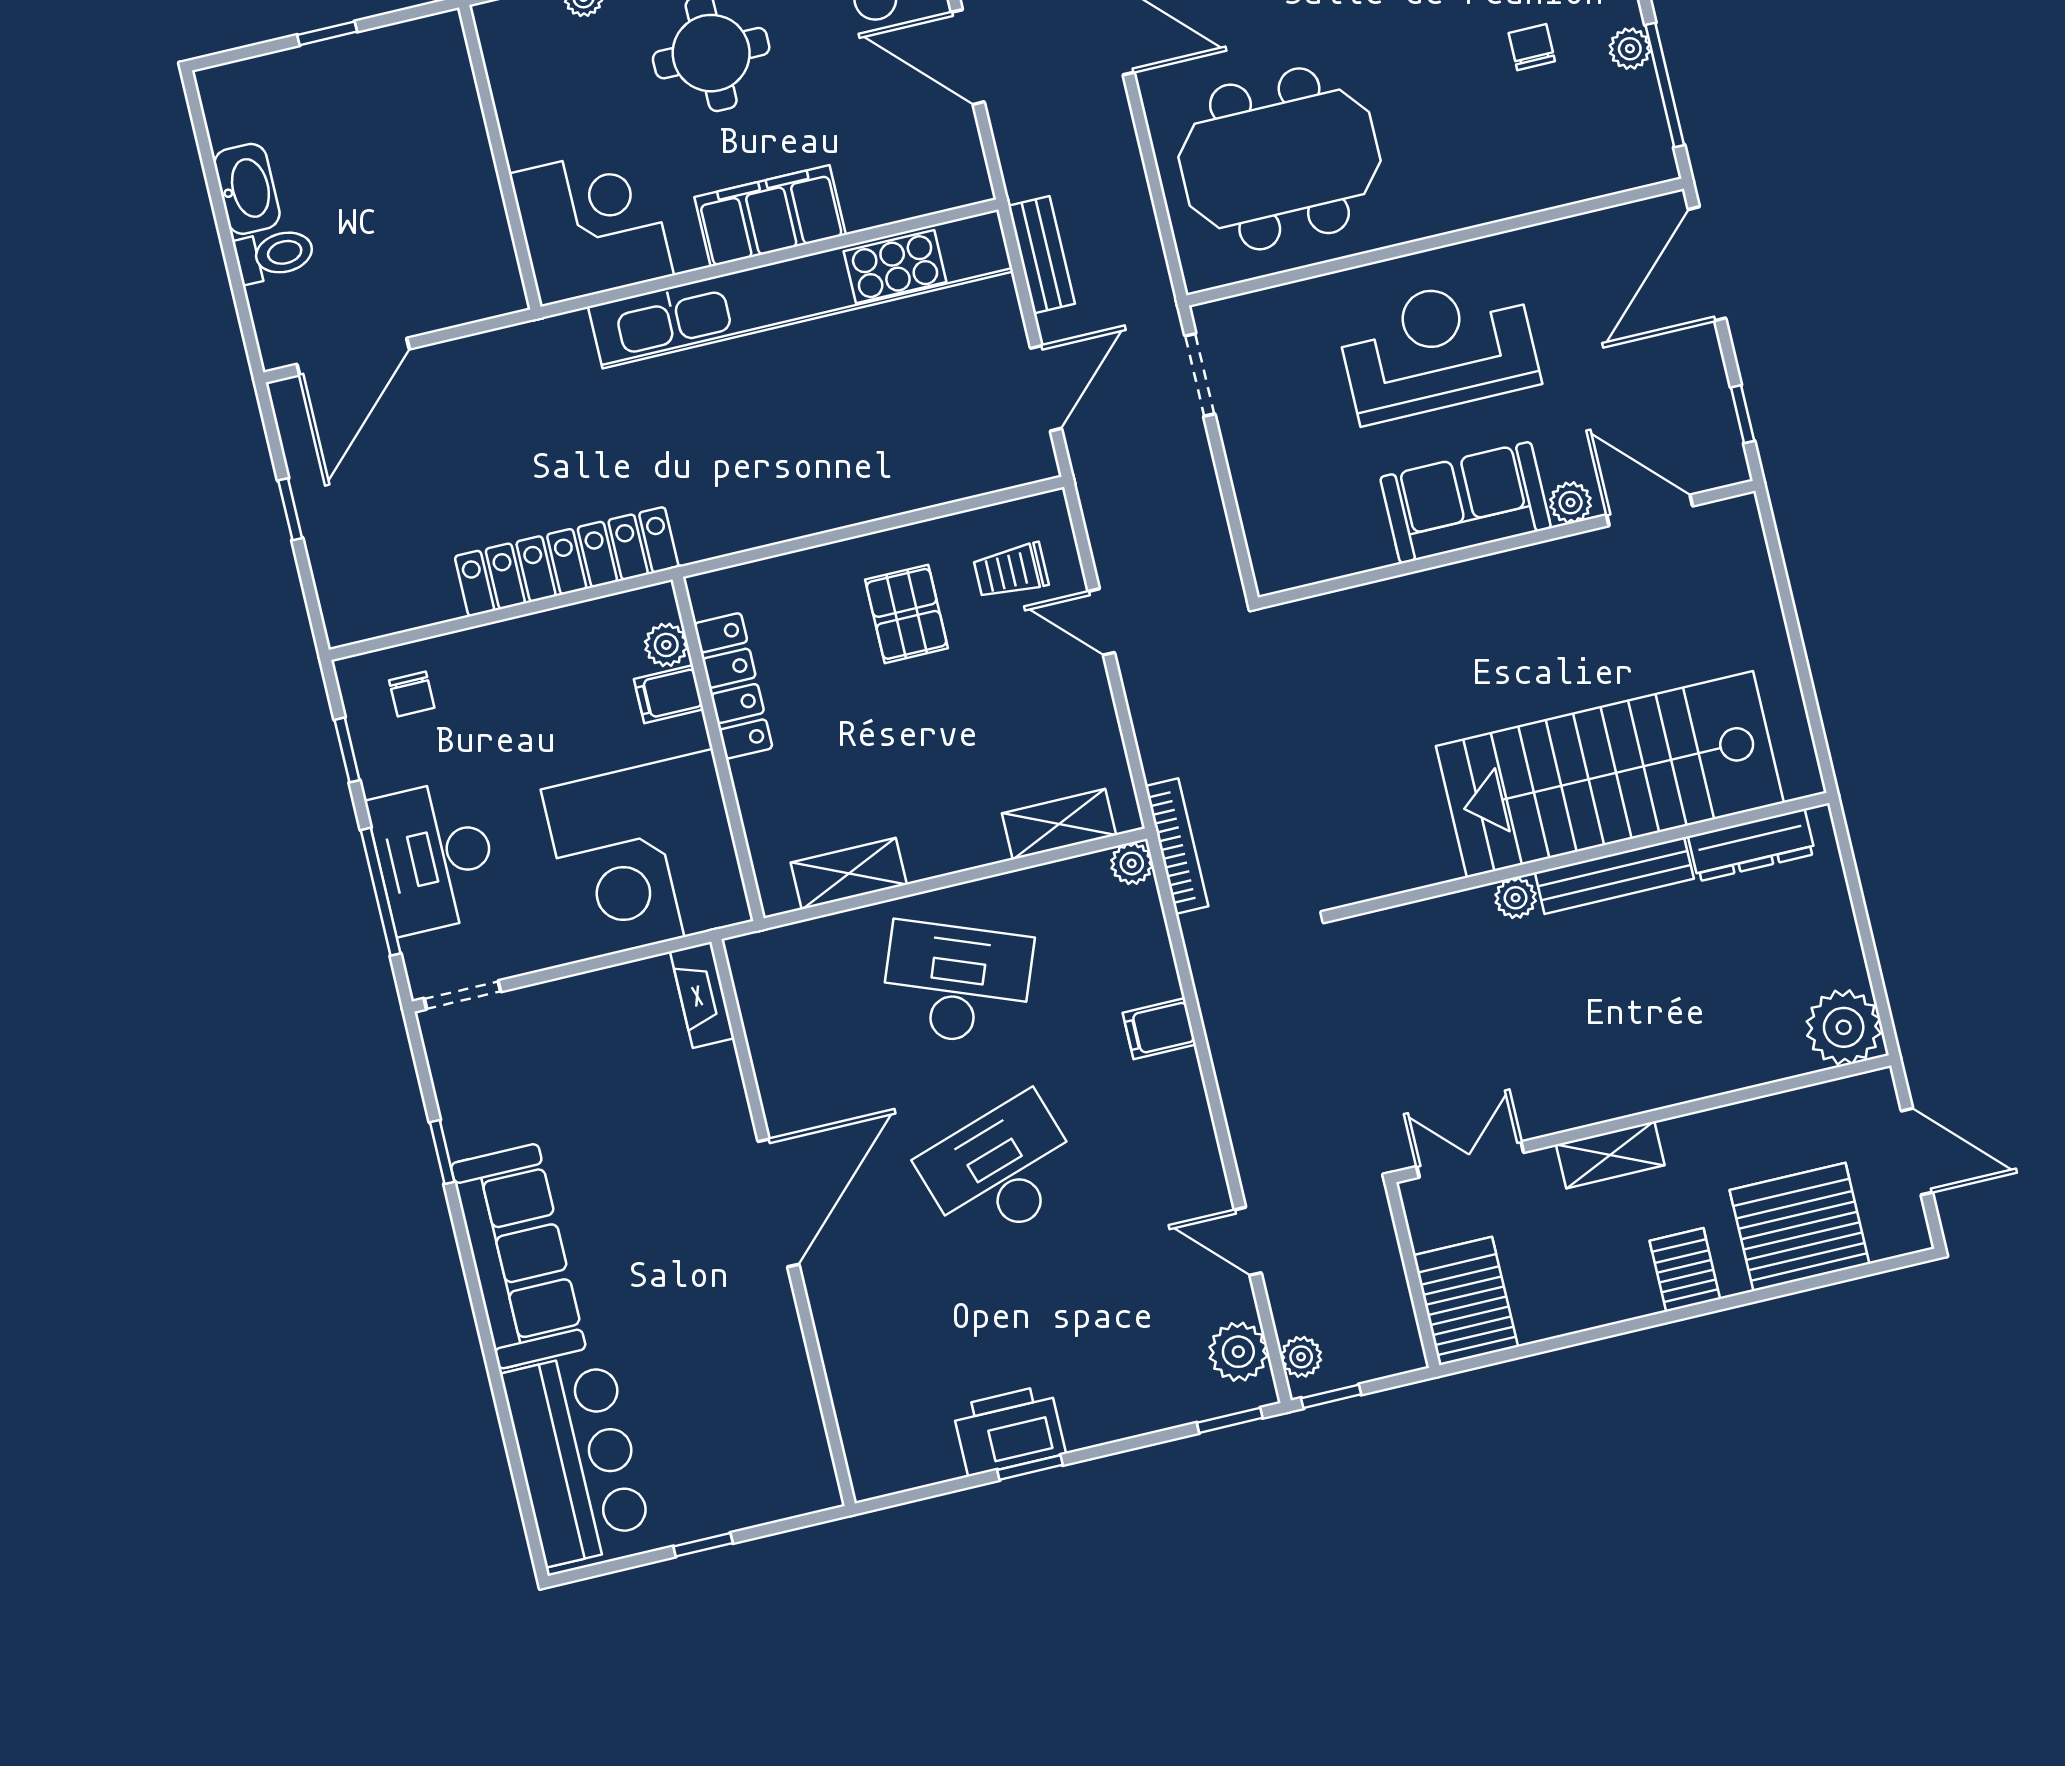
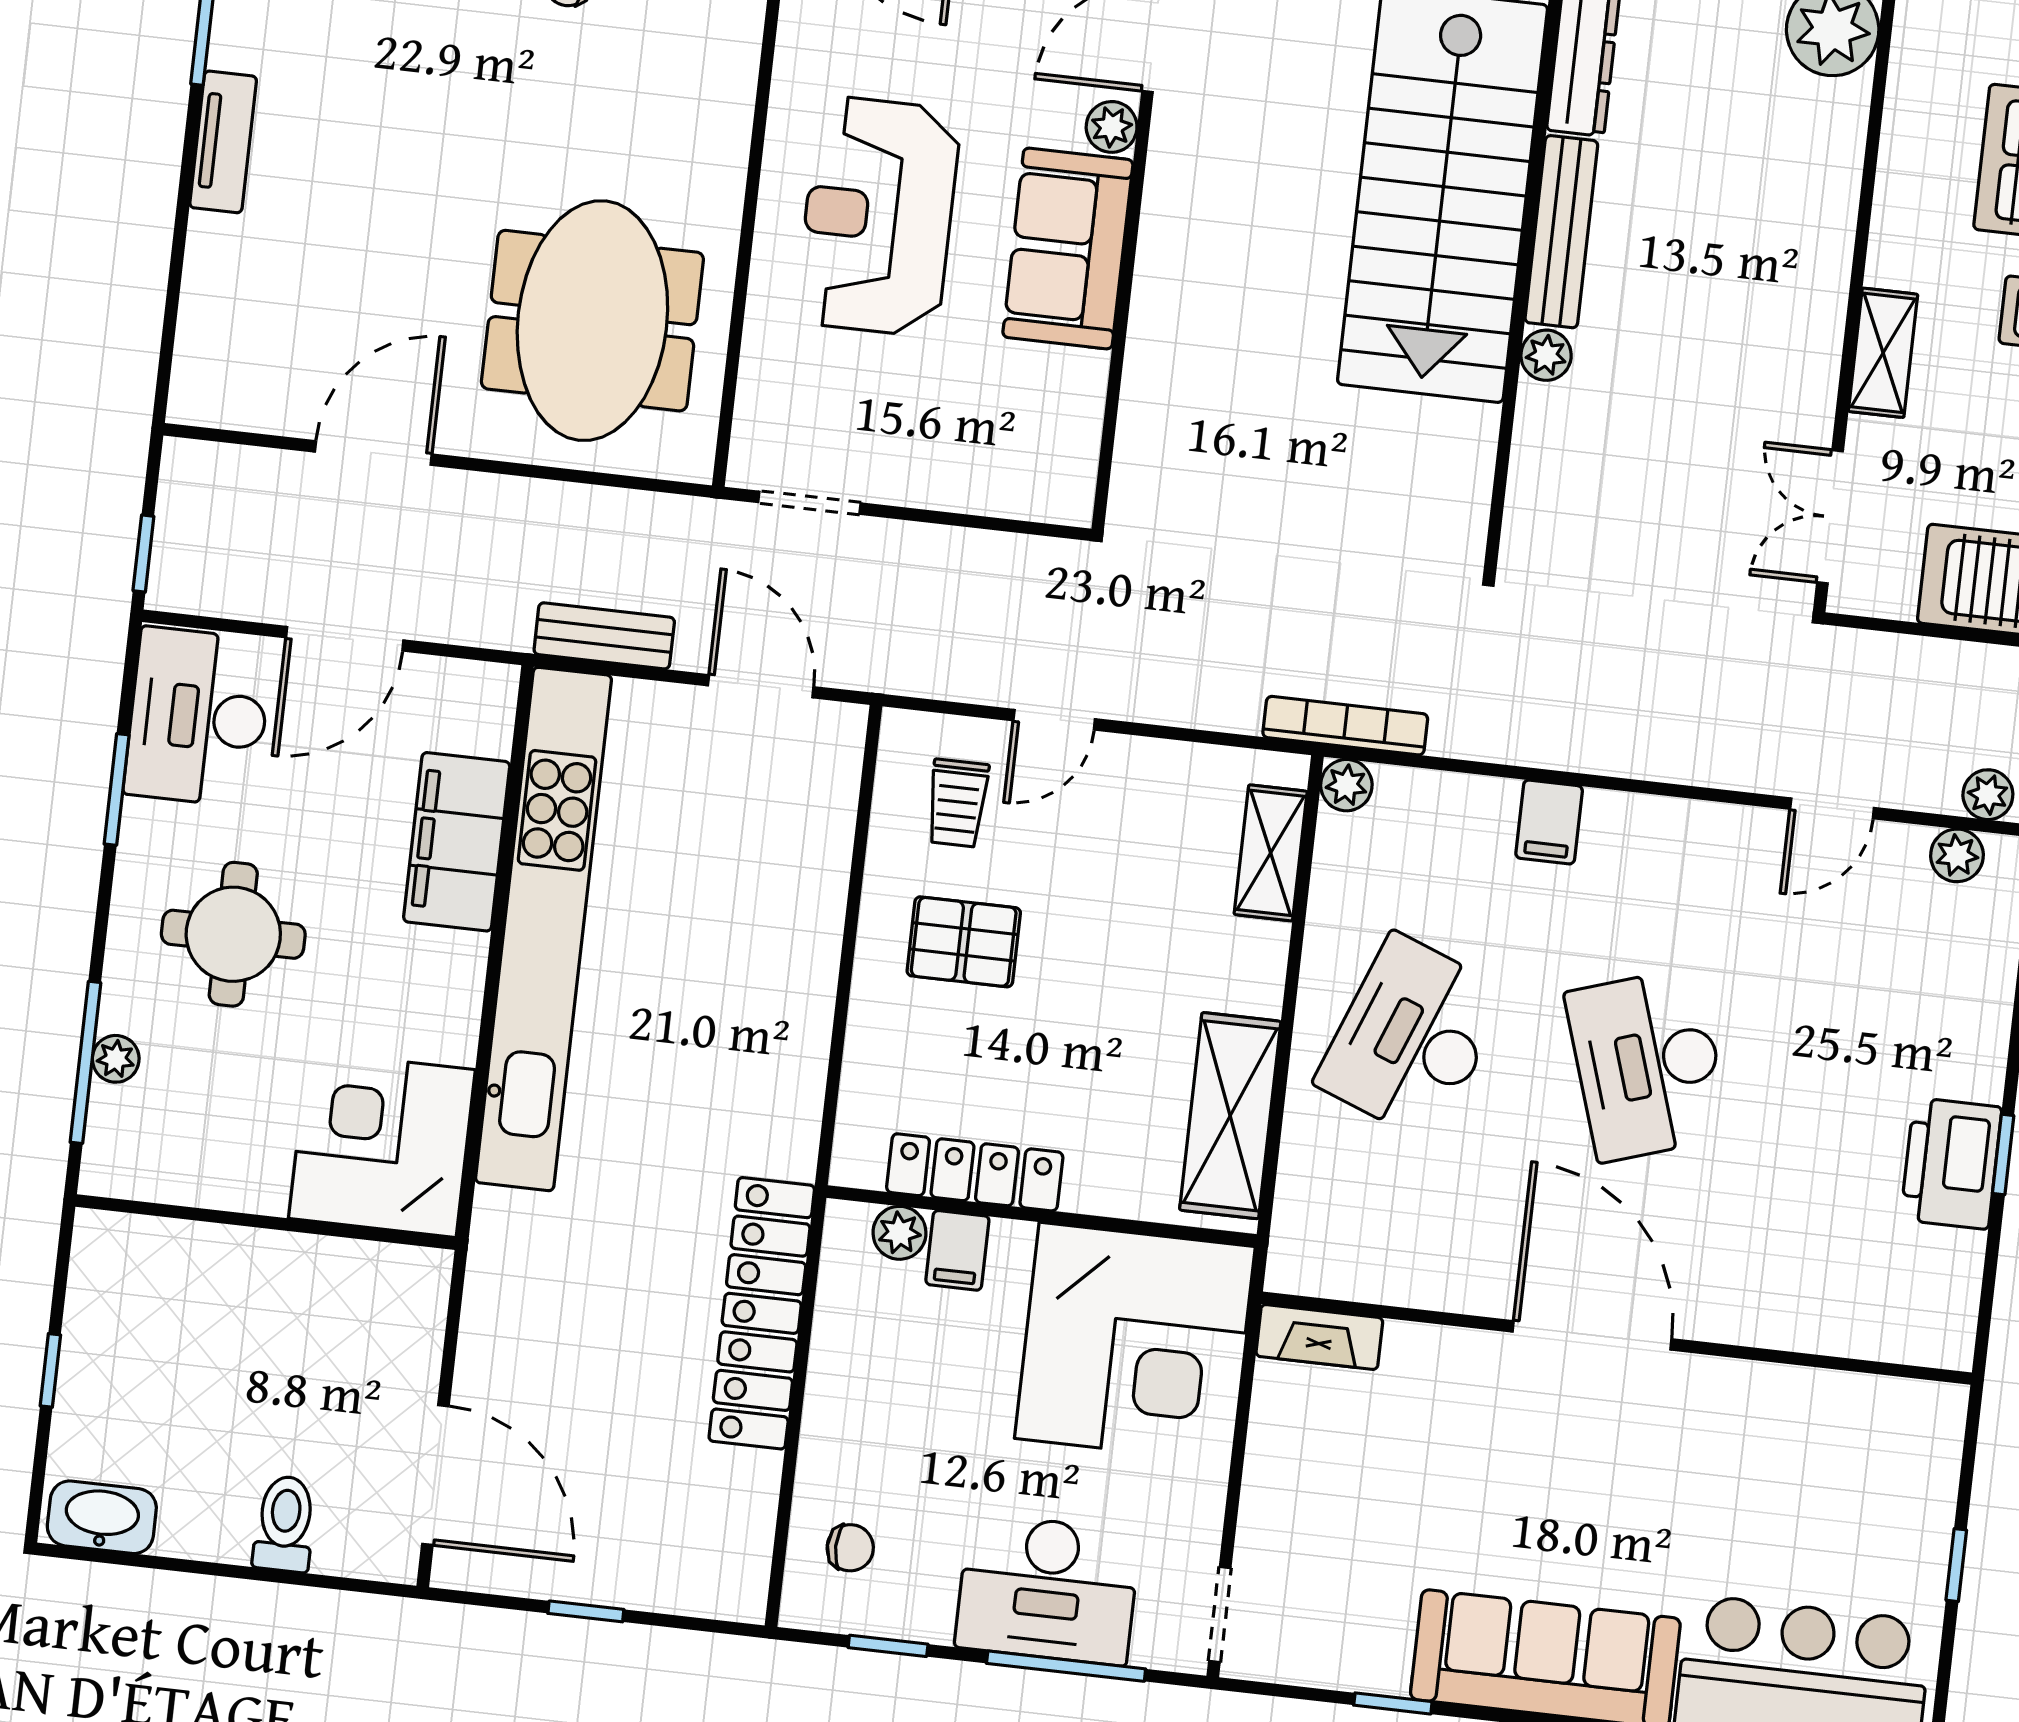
washbasin: (247, 189) -> (102, 1517), moved
filing cabinet: (770, 216) -> (457, 842), moved
shelving: (849, 874) -> (1230, 1116), width x1.50, depth x1.33
plant: (1238, 1352) -> (1957, 855), width x0.73, depth x0.73

